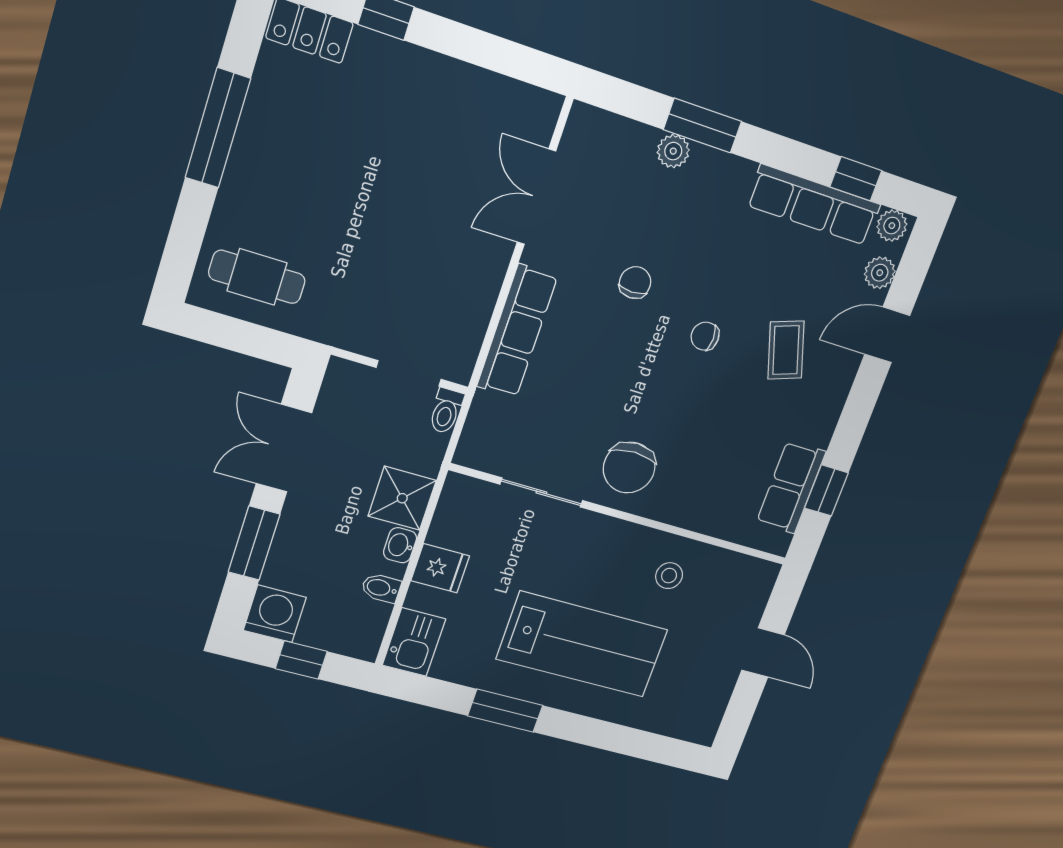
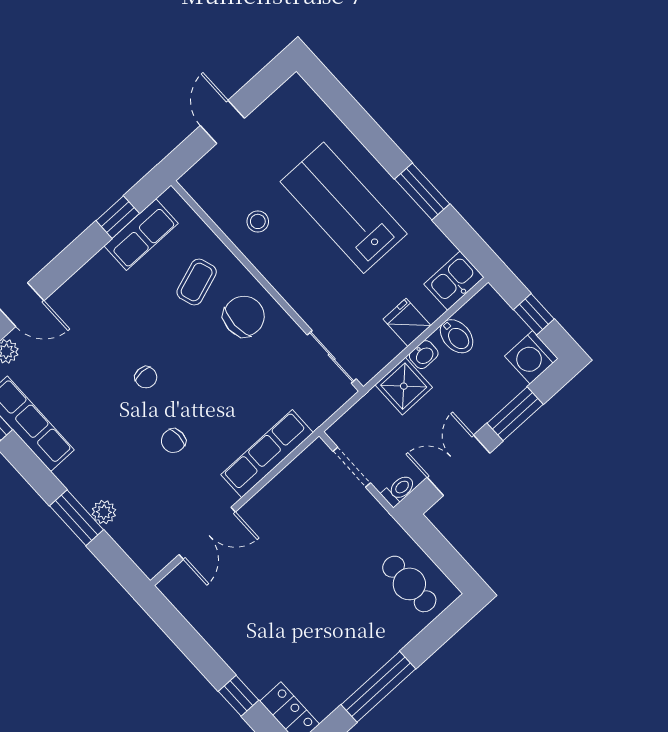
coffee table: (786, 350) -> (197, 282), moved
toilet: (446, 411) -> (399, 490), moved
double door: (284, 448) -> (458, 465), swing flipped
sliding door: (541, 492) -> (332, 357), moved
bidet: (381, 588) -> (457, 336), width x1.38, depth x1.36

